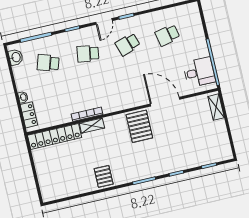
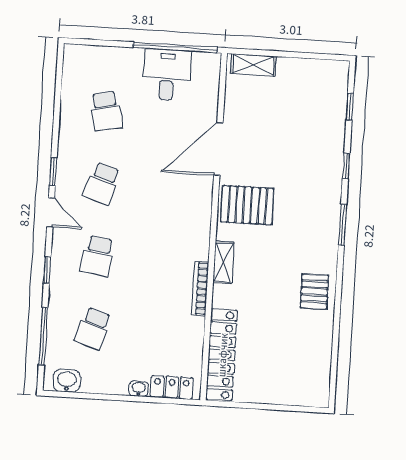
school desk: (128, 44) -> (102, 183), turned 36
desk: (199, 72) -> (167, 75), moved
shelving: (92, 126) -> (223, 262), moved
pallet: (104, 176) -> (314, 292), turned 90

